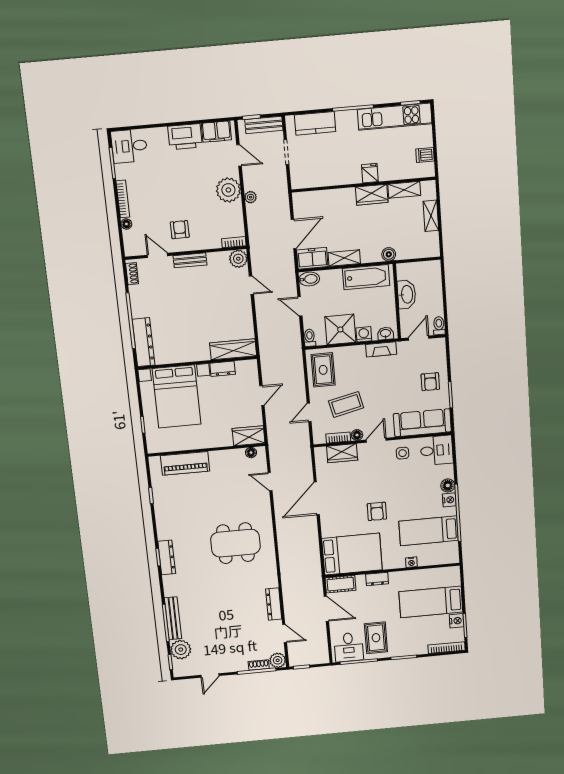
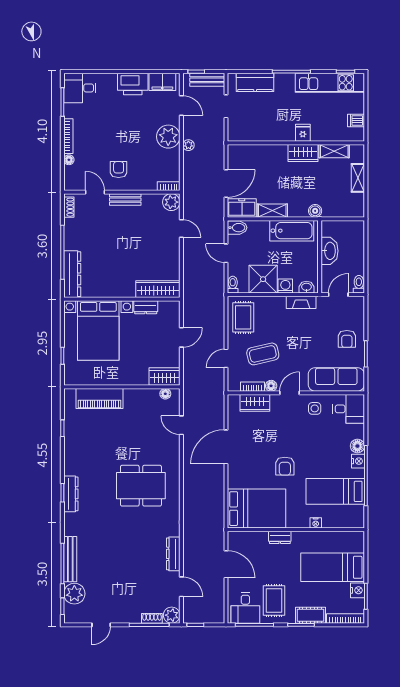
cot: (340, 584) -> (310, 615), moved

